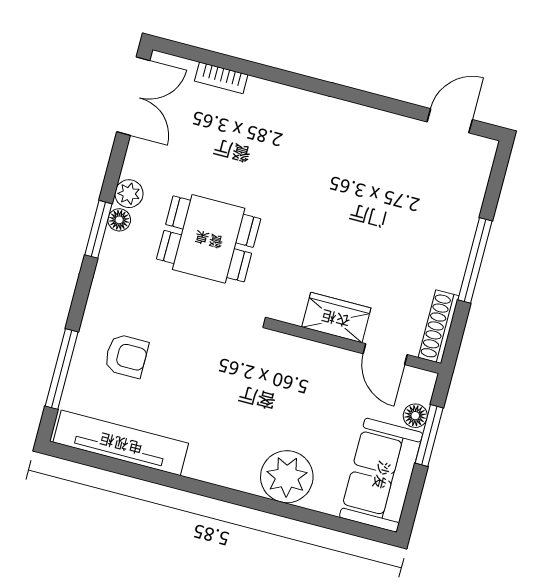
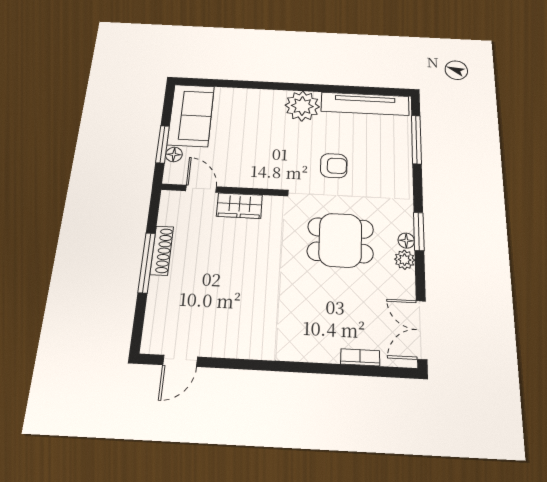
shoe rack: (439, 327) -> (162, 251), moved
armchair: (126, 356) -> (334, 166), moved, turned 180
plant: (287, 477) -> (302, 106), moved

